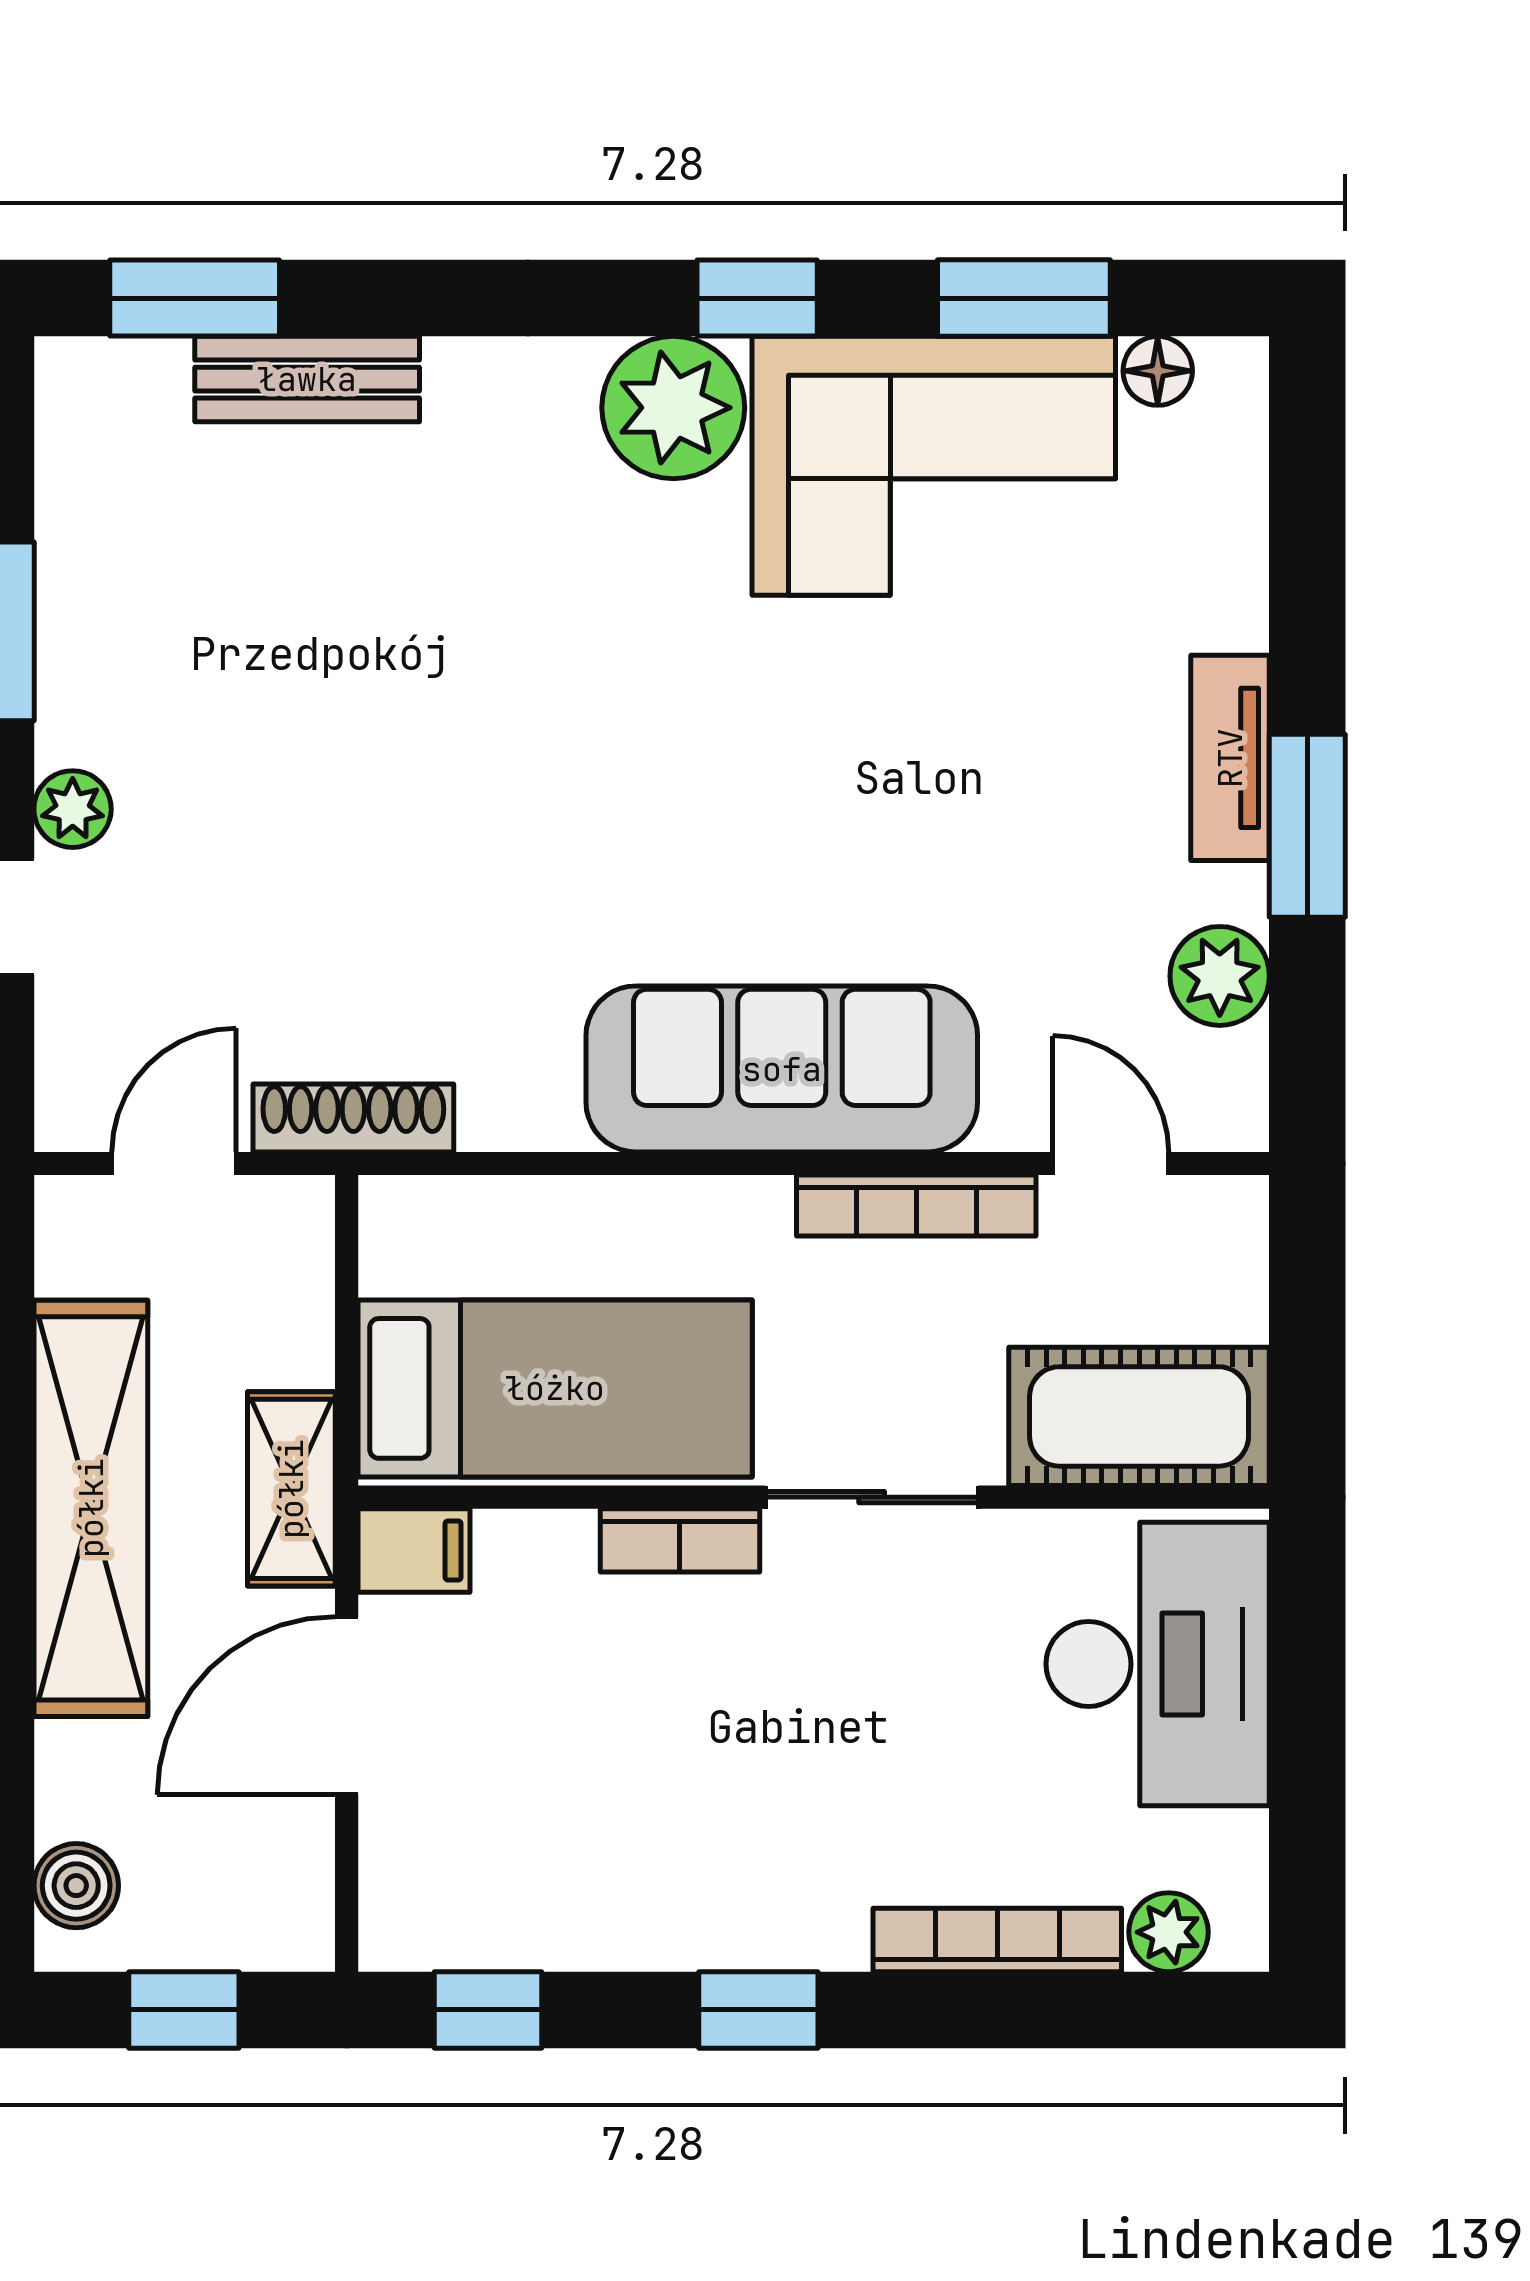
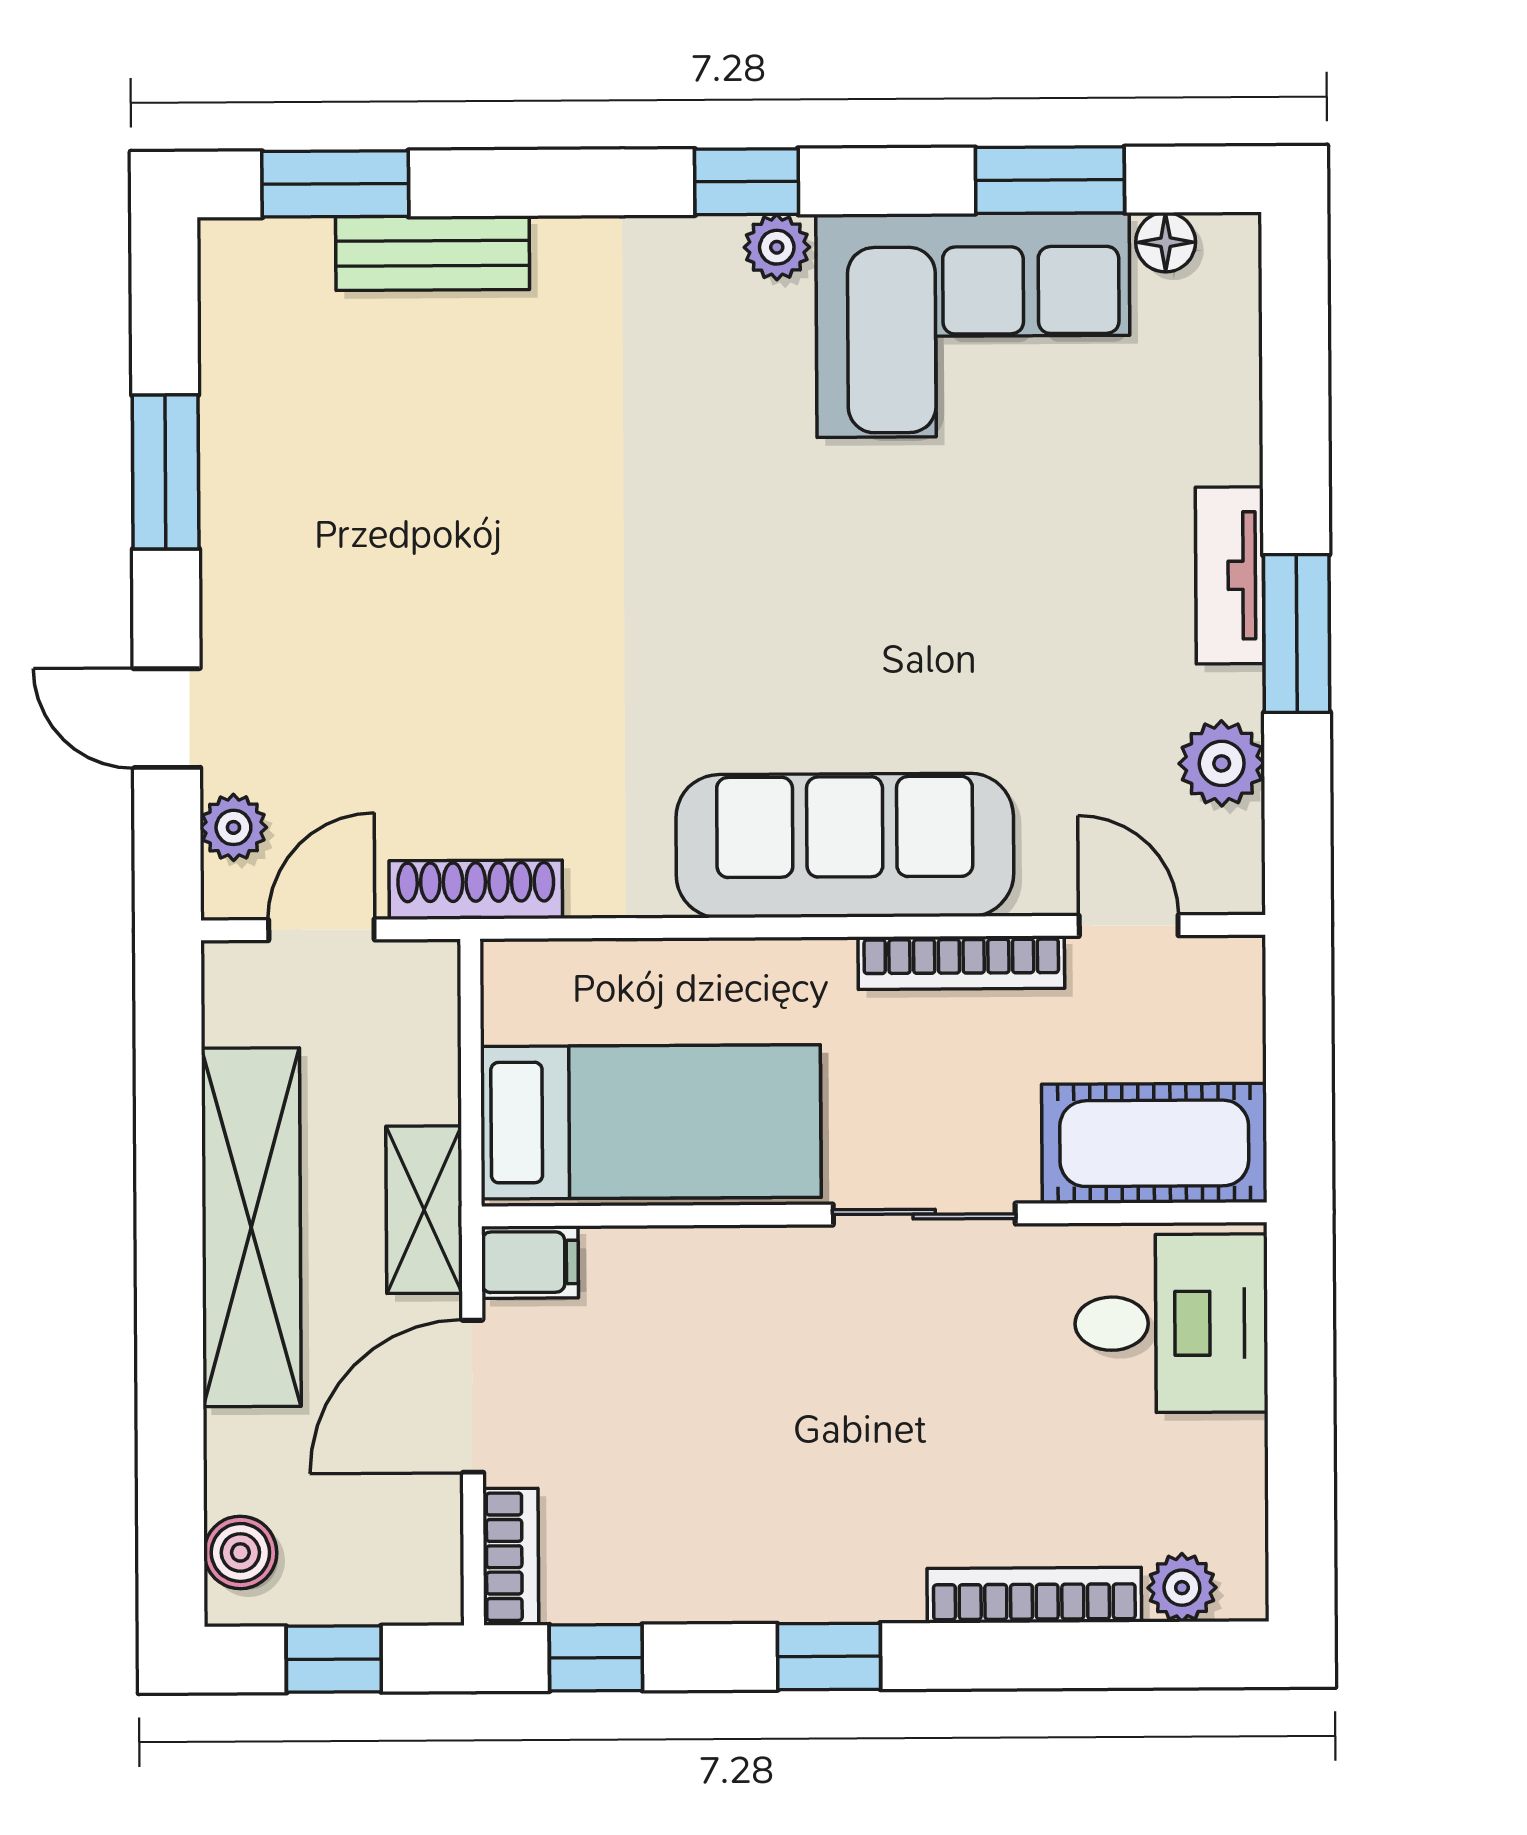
window: (757, 298) -> (747, 182), moved
plant: (673, 408) -> (777, 247), width x0.53, depth x0.53
plant: (73, 809) -> (233, 827), moved
bookcase: (680, 1540) -> (511, 1557), moved, turned -90
desk: (1158, 1664) -> (1171, 1323), width x0.73

